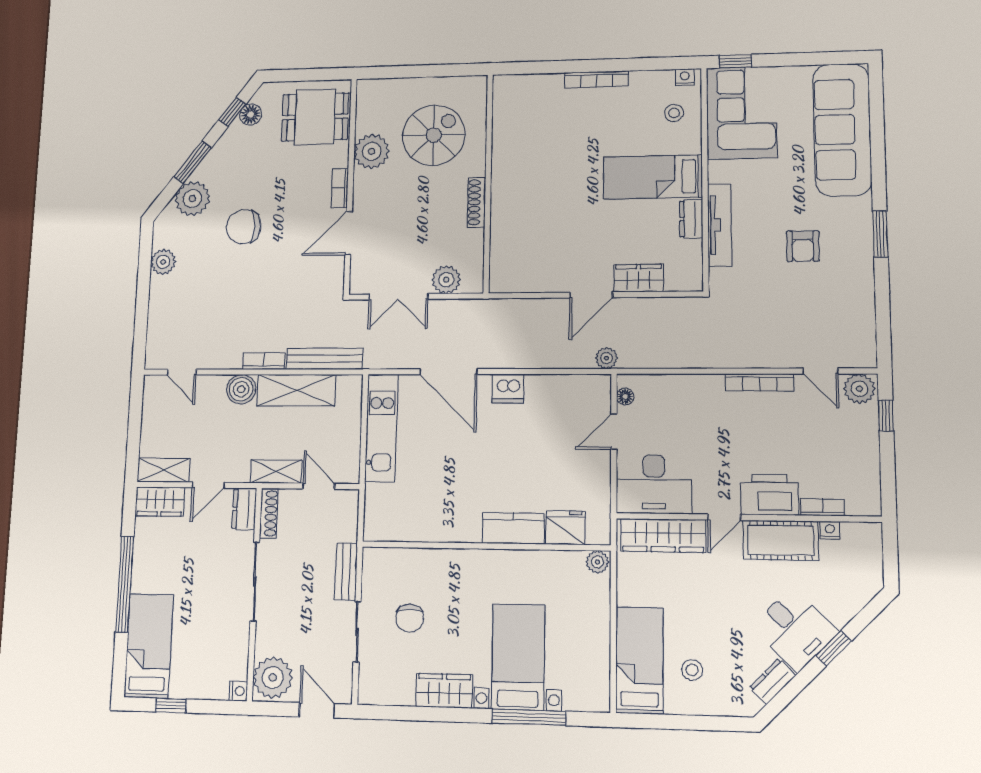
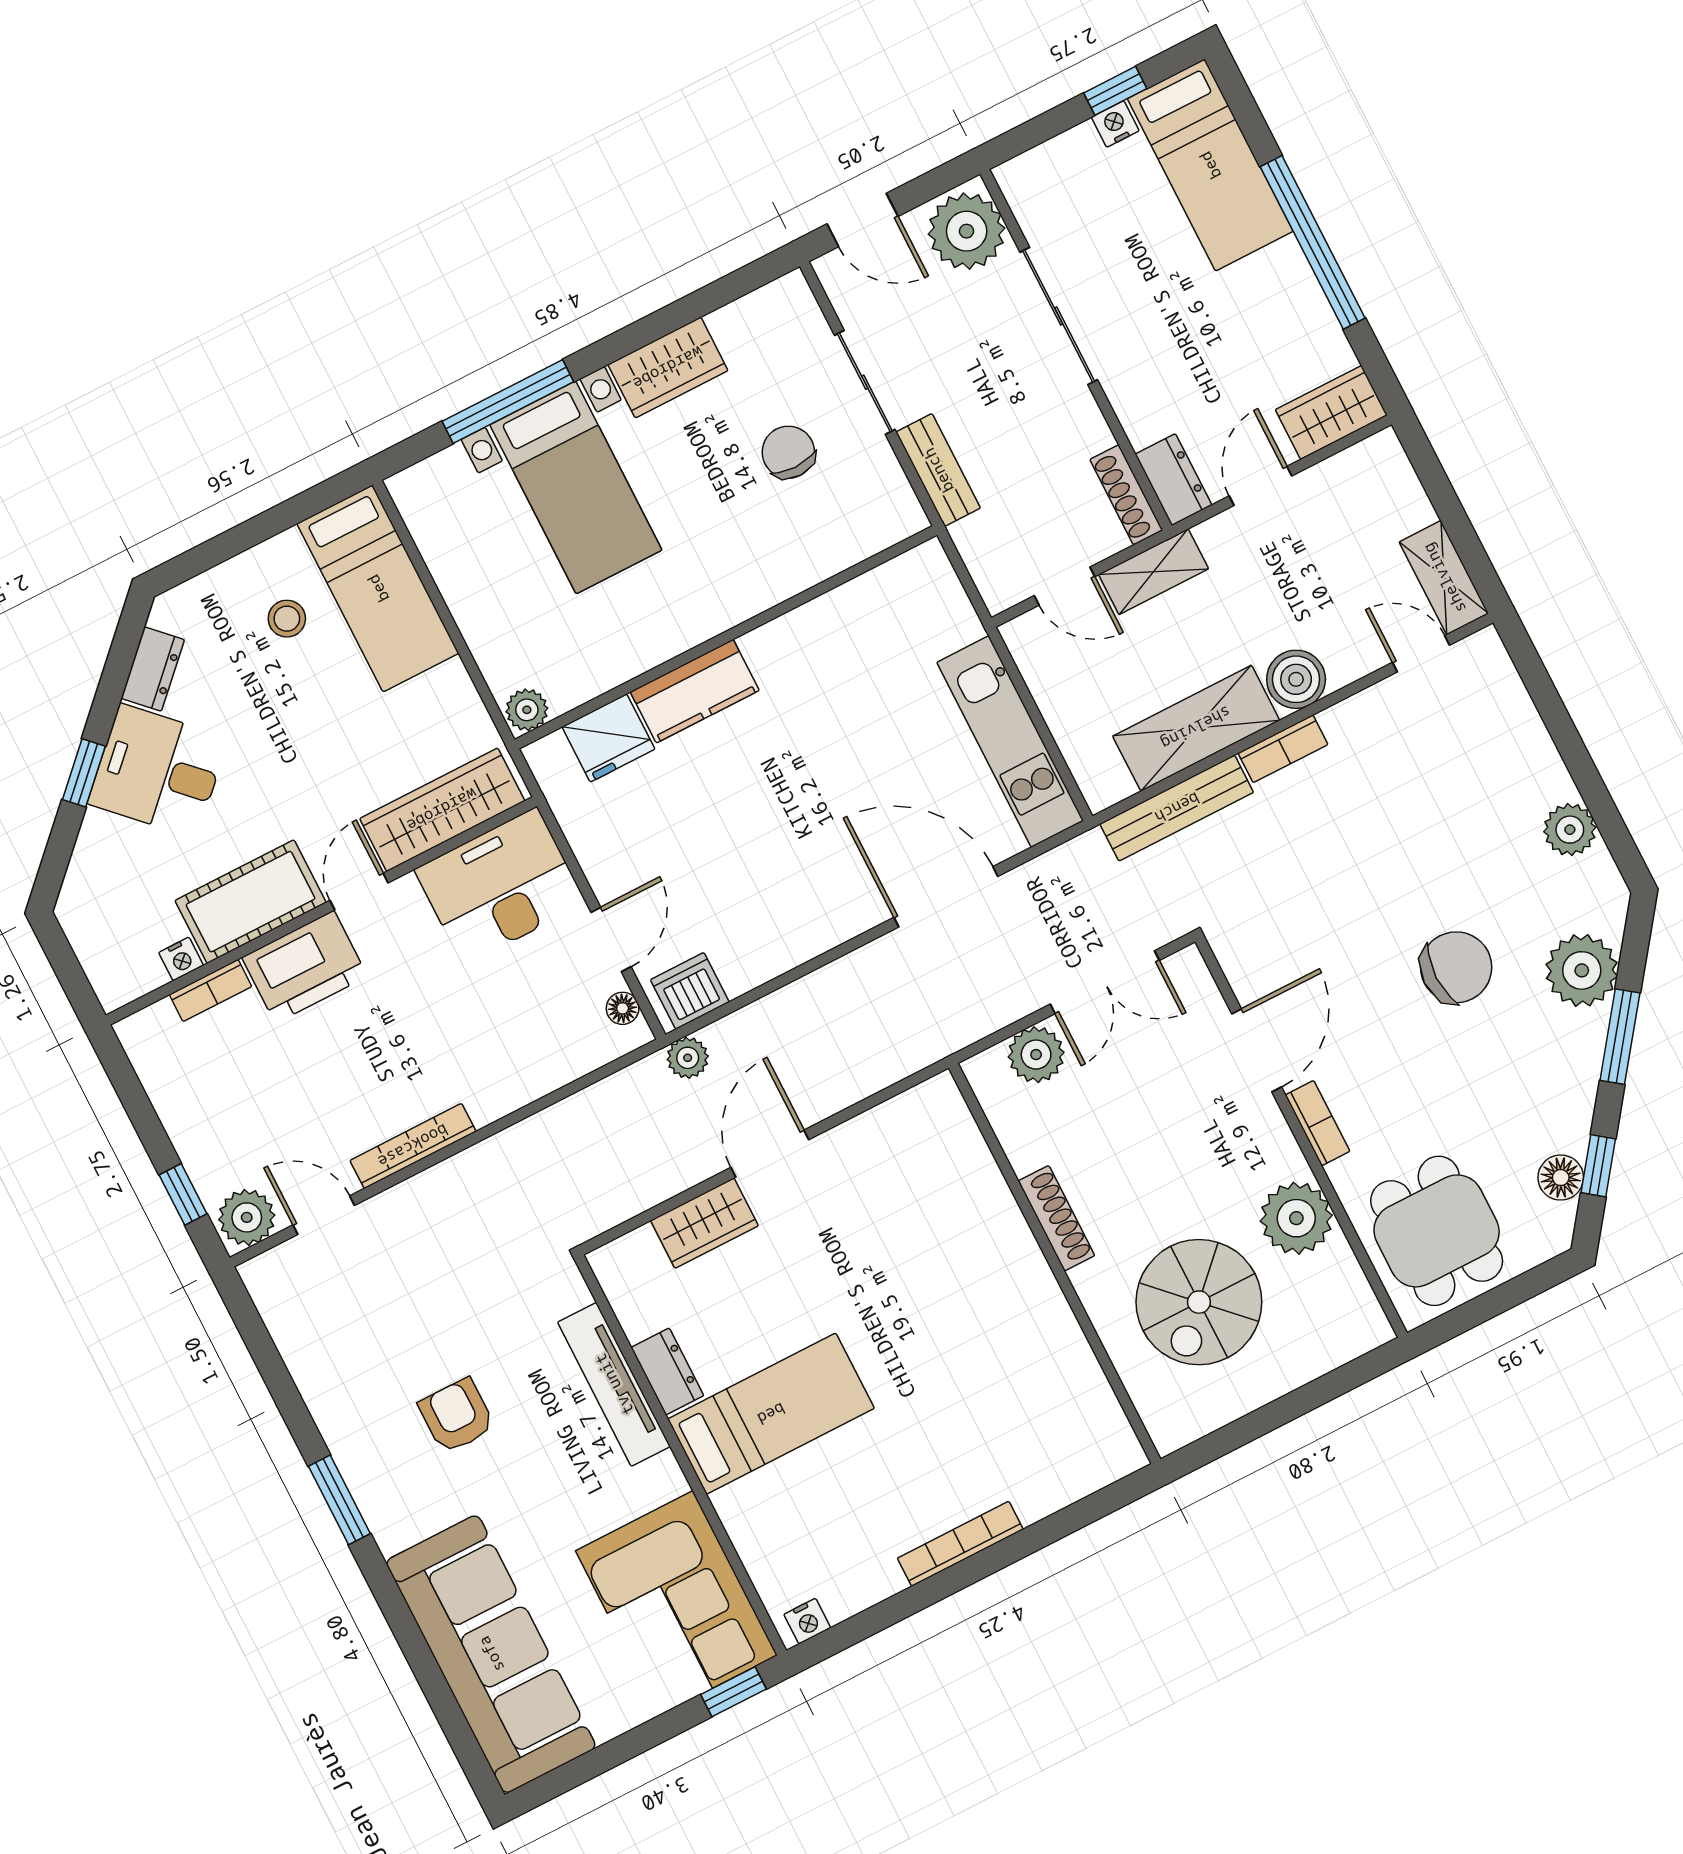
stool: (674, 113) -> (793, 1547), removed
dining table: (315, 117) -> (1437, 1231), turned 90
double door: (398, 297) -> (1105, 982), swing flipped
dishwasher: (508, 389) -> (690, 991), moved
shelving: (163, 470) -> (1444, 578), moved, turned 90
sliding door: (255, 581) -> (1059, 316), moved
nightstand: (238, 691) -> (1115, 124), moved, turned 90

